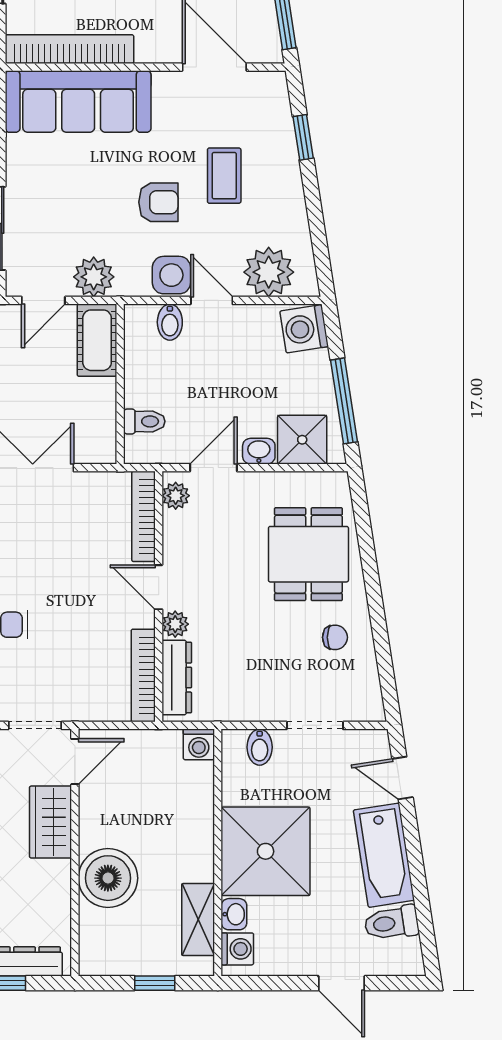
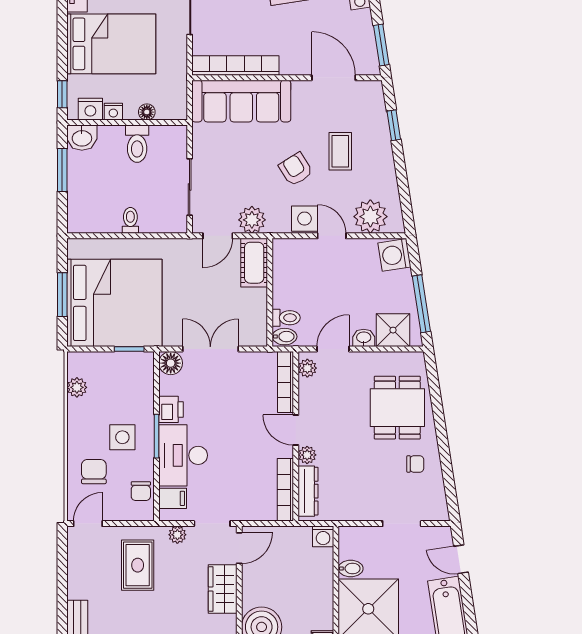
armchair: (158, 202) -> (296, 169), turned -122
bidet: (170, 322) -> (285, 337), moved, turned -90
bidet: (260, 747) -> (351, 569), moved, turned -90

